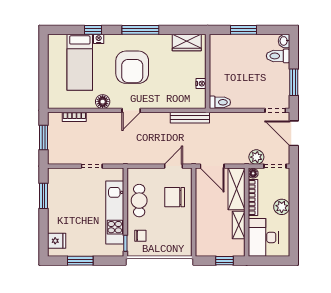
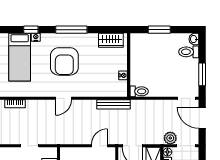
floor lamp: (103, 102) -> (39, 91), removed

